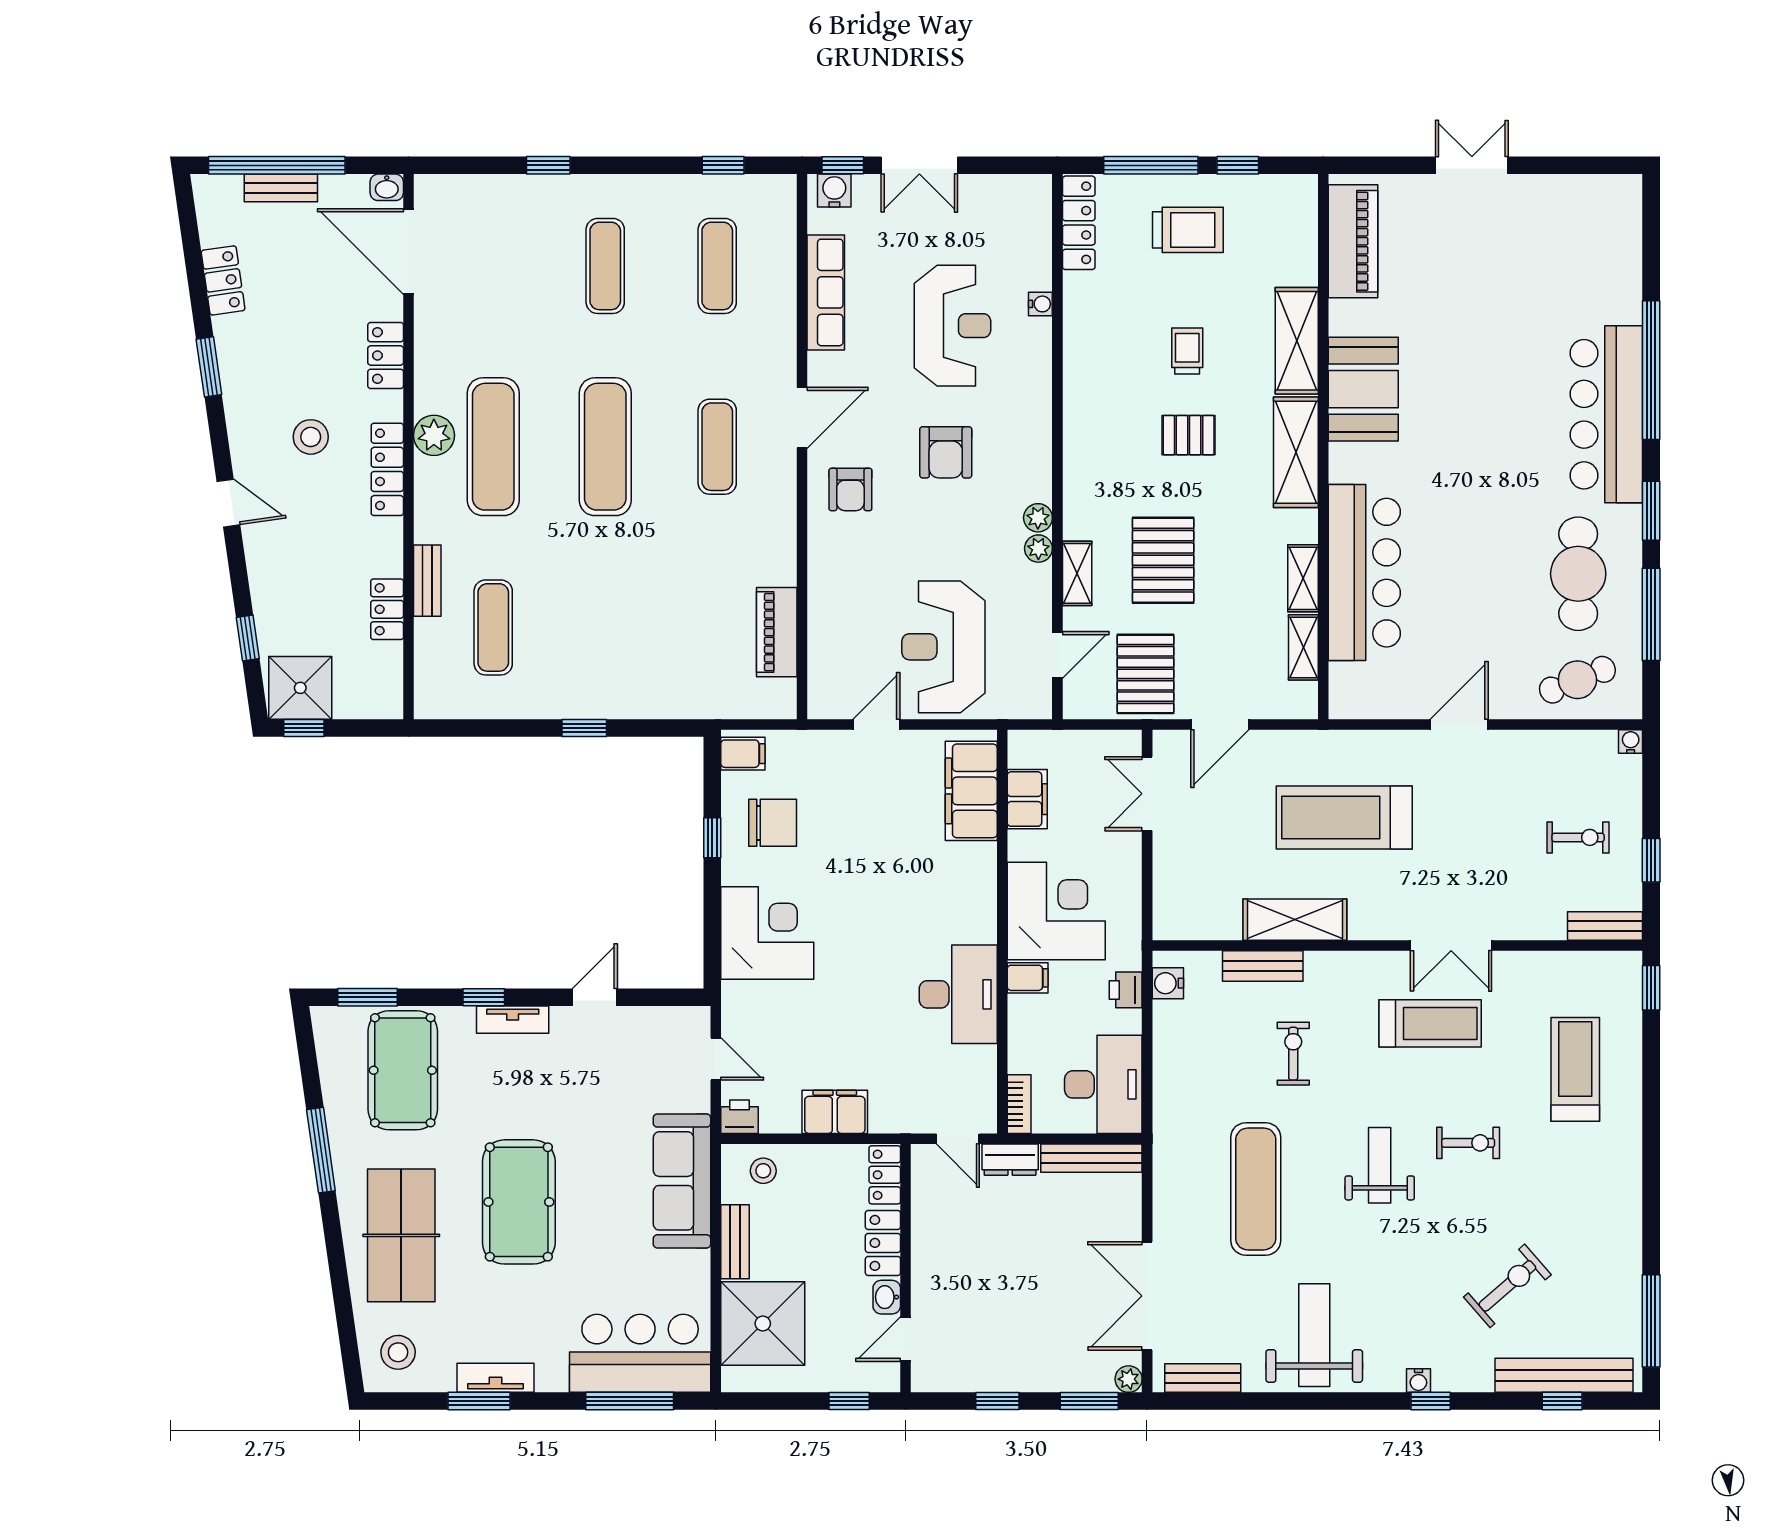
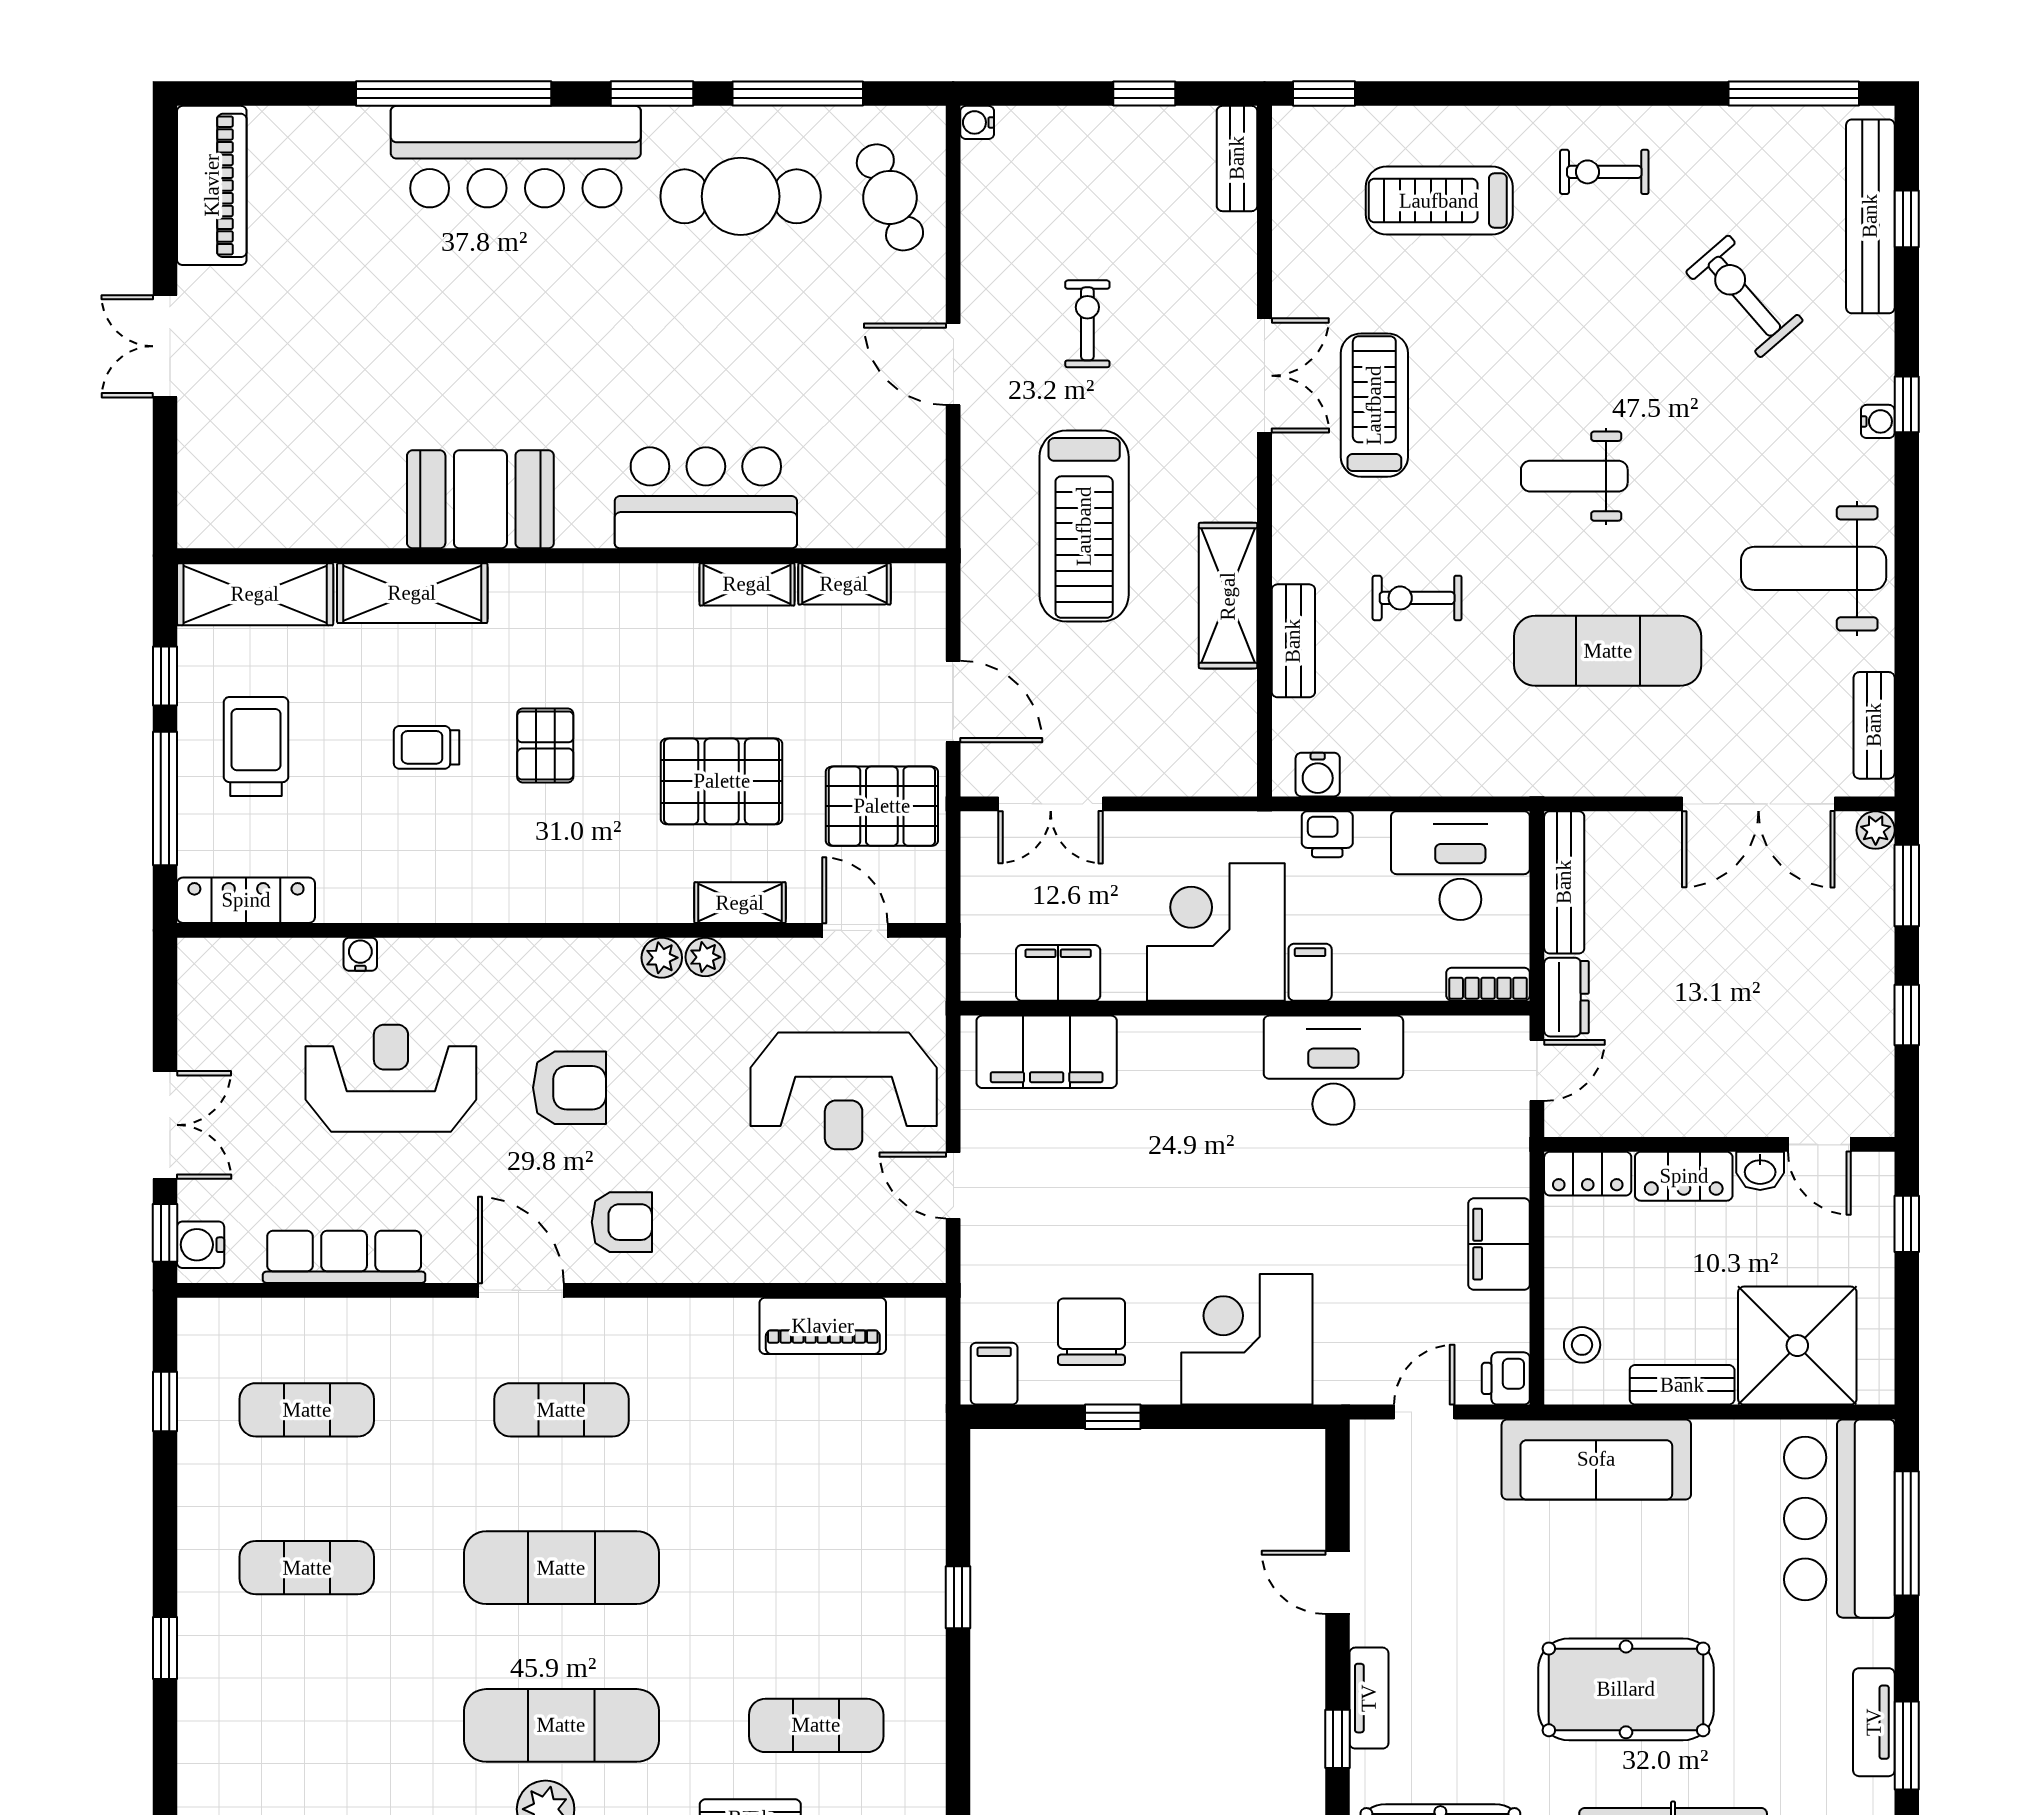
piano: (1353, 241) -> (212, 185), moved, turned 90
shelving: (1296, 452) -> (255, 594), moved
bar counter: (1364, 573) -> (706, 498), width x0.73
exercise bike: (1578, 837) -> (1087, 324), moved
exercise bike: (1468, 1143) -> (1604, 172), moved, turned -90

